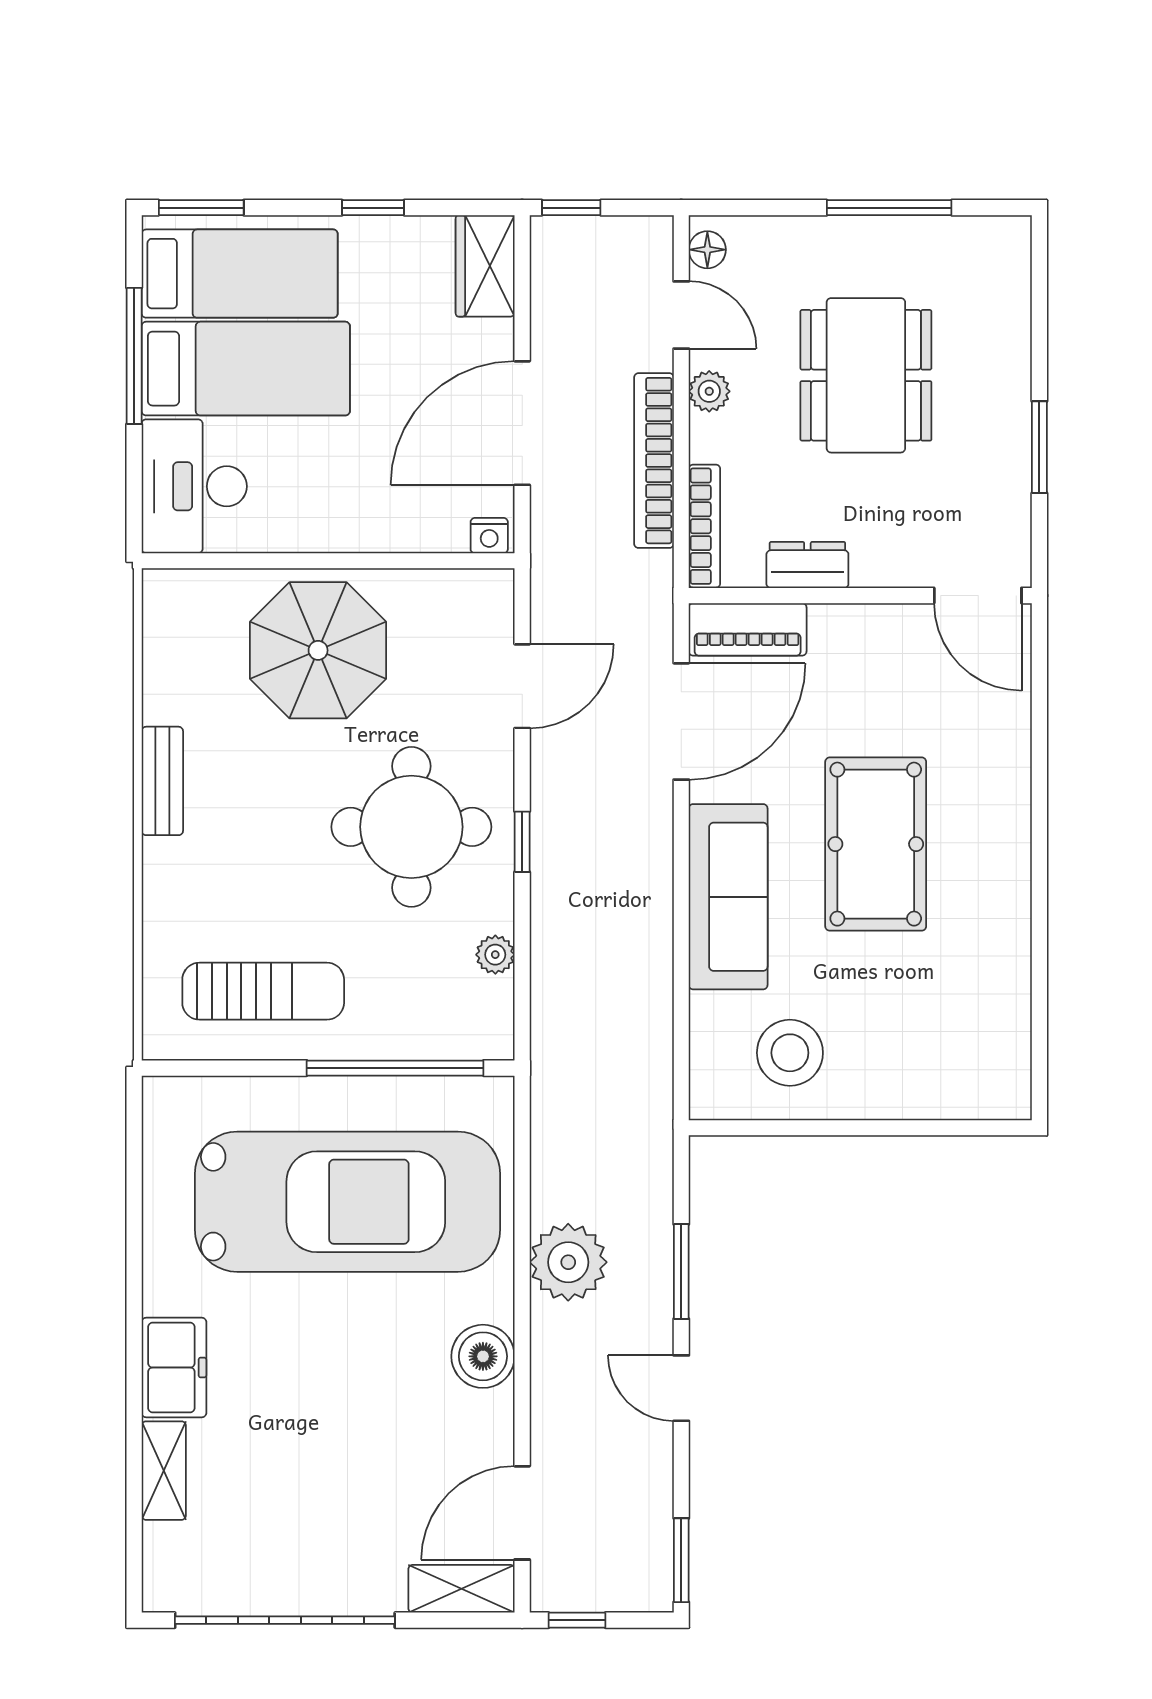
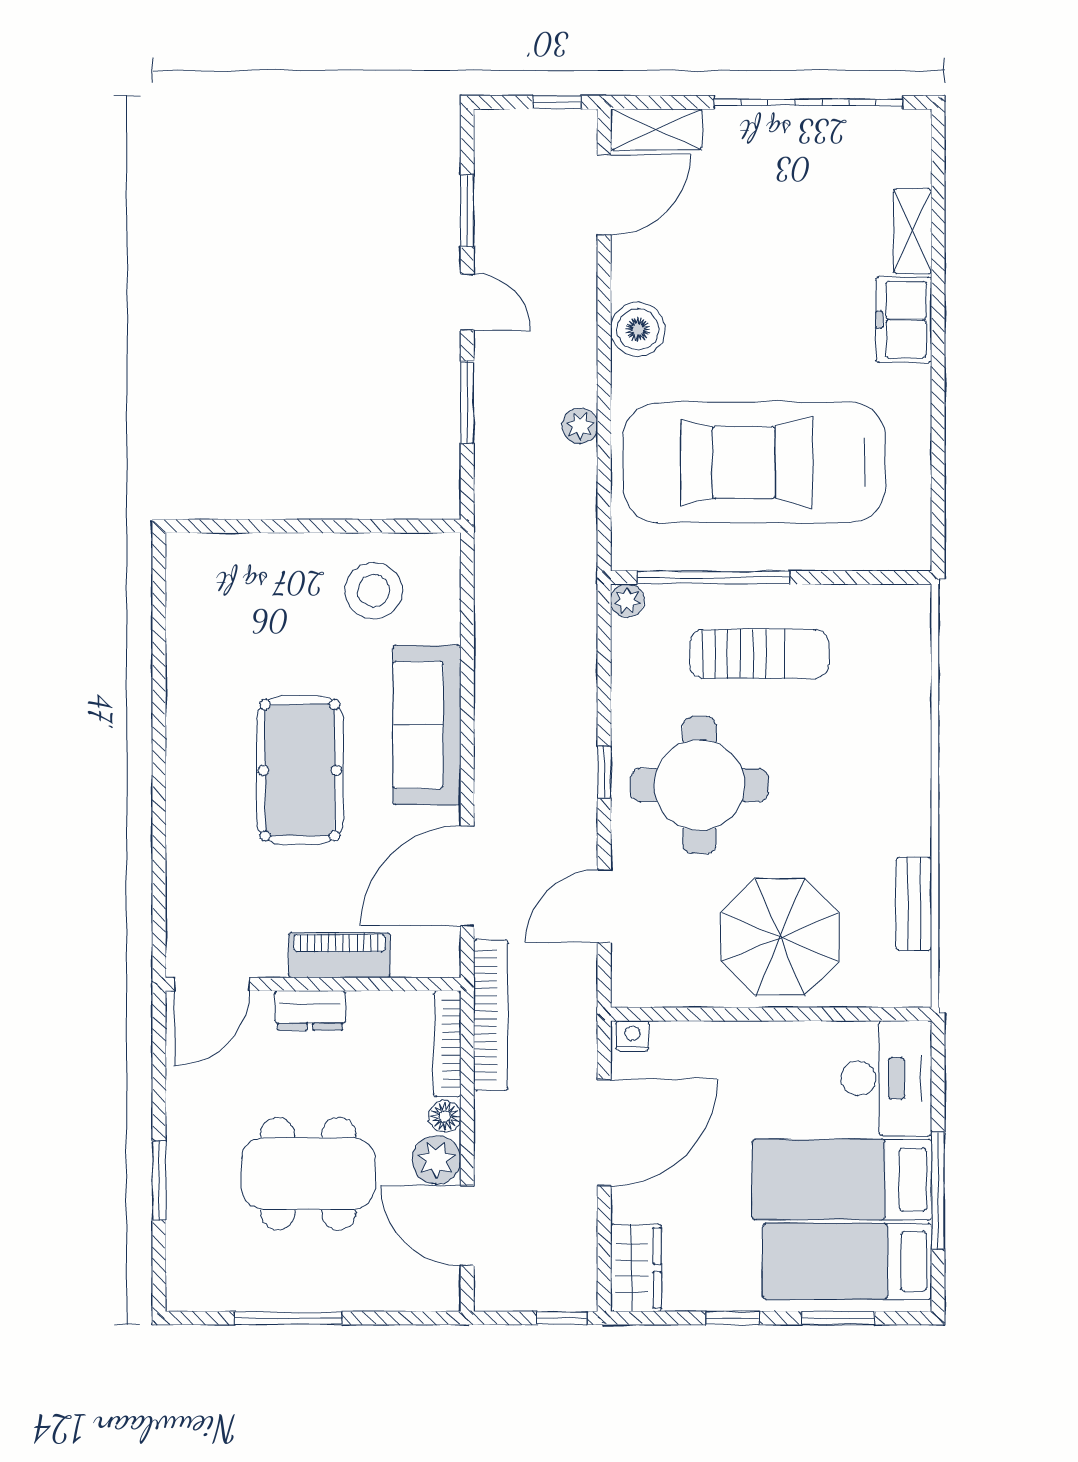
window: (201, 208) -> (838, 1318), moved
floor lamp: (707, 250) -> (445, 1116), moved
door: (681, 315) -> (467, 1226), width x1.37
dining table: (866, 375) -> (308, 1174), turned 90
plant: (709, 391) -> (436, 1160), width x1.38, depth x1.38
window: (1039, 447) -> (159, 1180), moved
bookcase: (654, 461) -> (491, 1015), moved
dresser: (807, 565) -> (310, 1010), moved
door: (978, 596) -> (212, 984), swing flipped
piano: (748, 629) -> (339, 955), moved
bench: (162, 781) -> (914, 904), moved
plant: (495, 955) -> (627, 601), moved
sun lounger: (263, 991) -> (759, 654), moved, turned 180
plant: (568, 1262) -> (580, 426), width x0.53, depth x0.53
window: (681, 1560) -> (467, 211), moved

